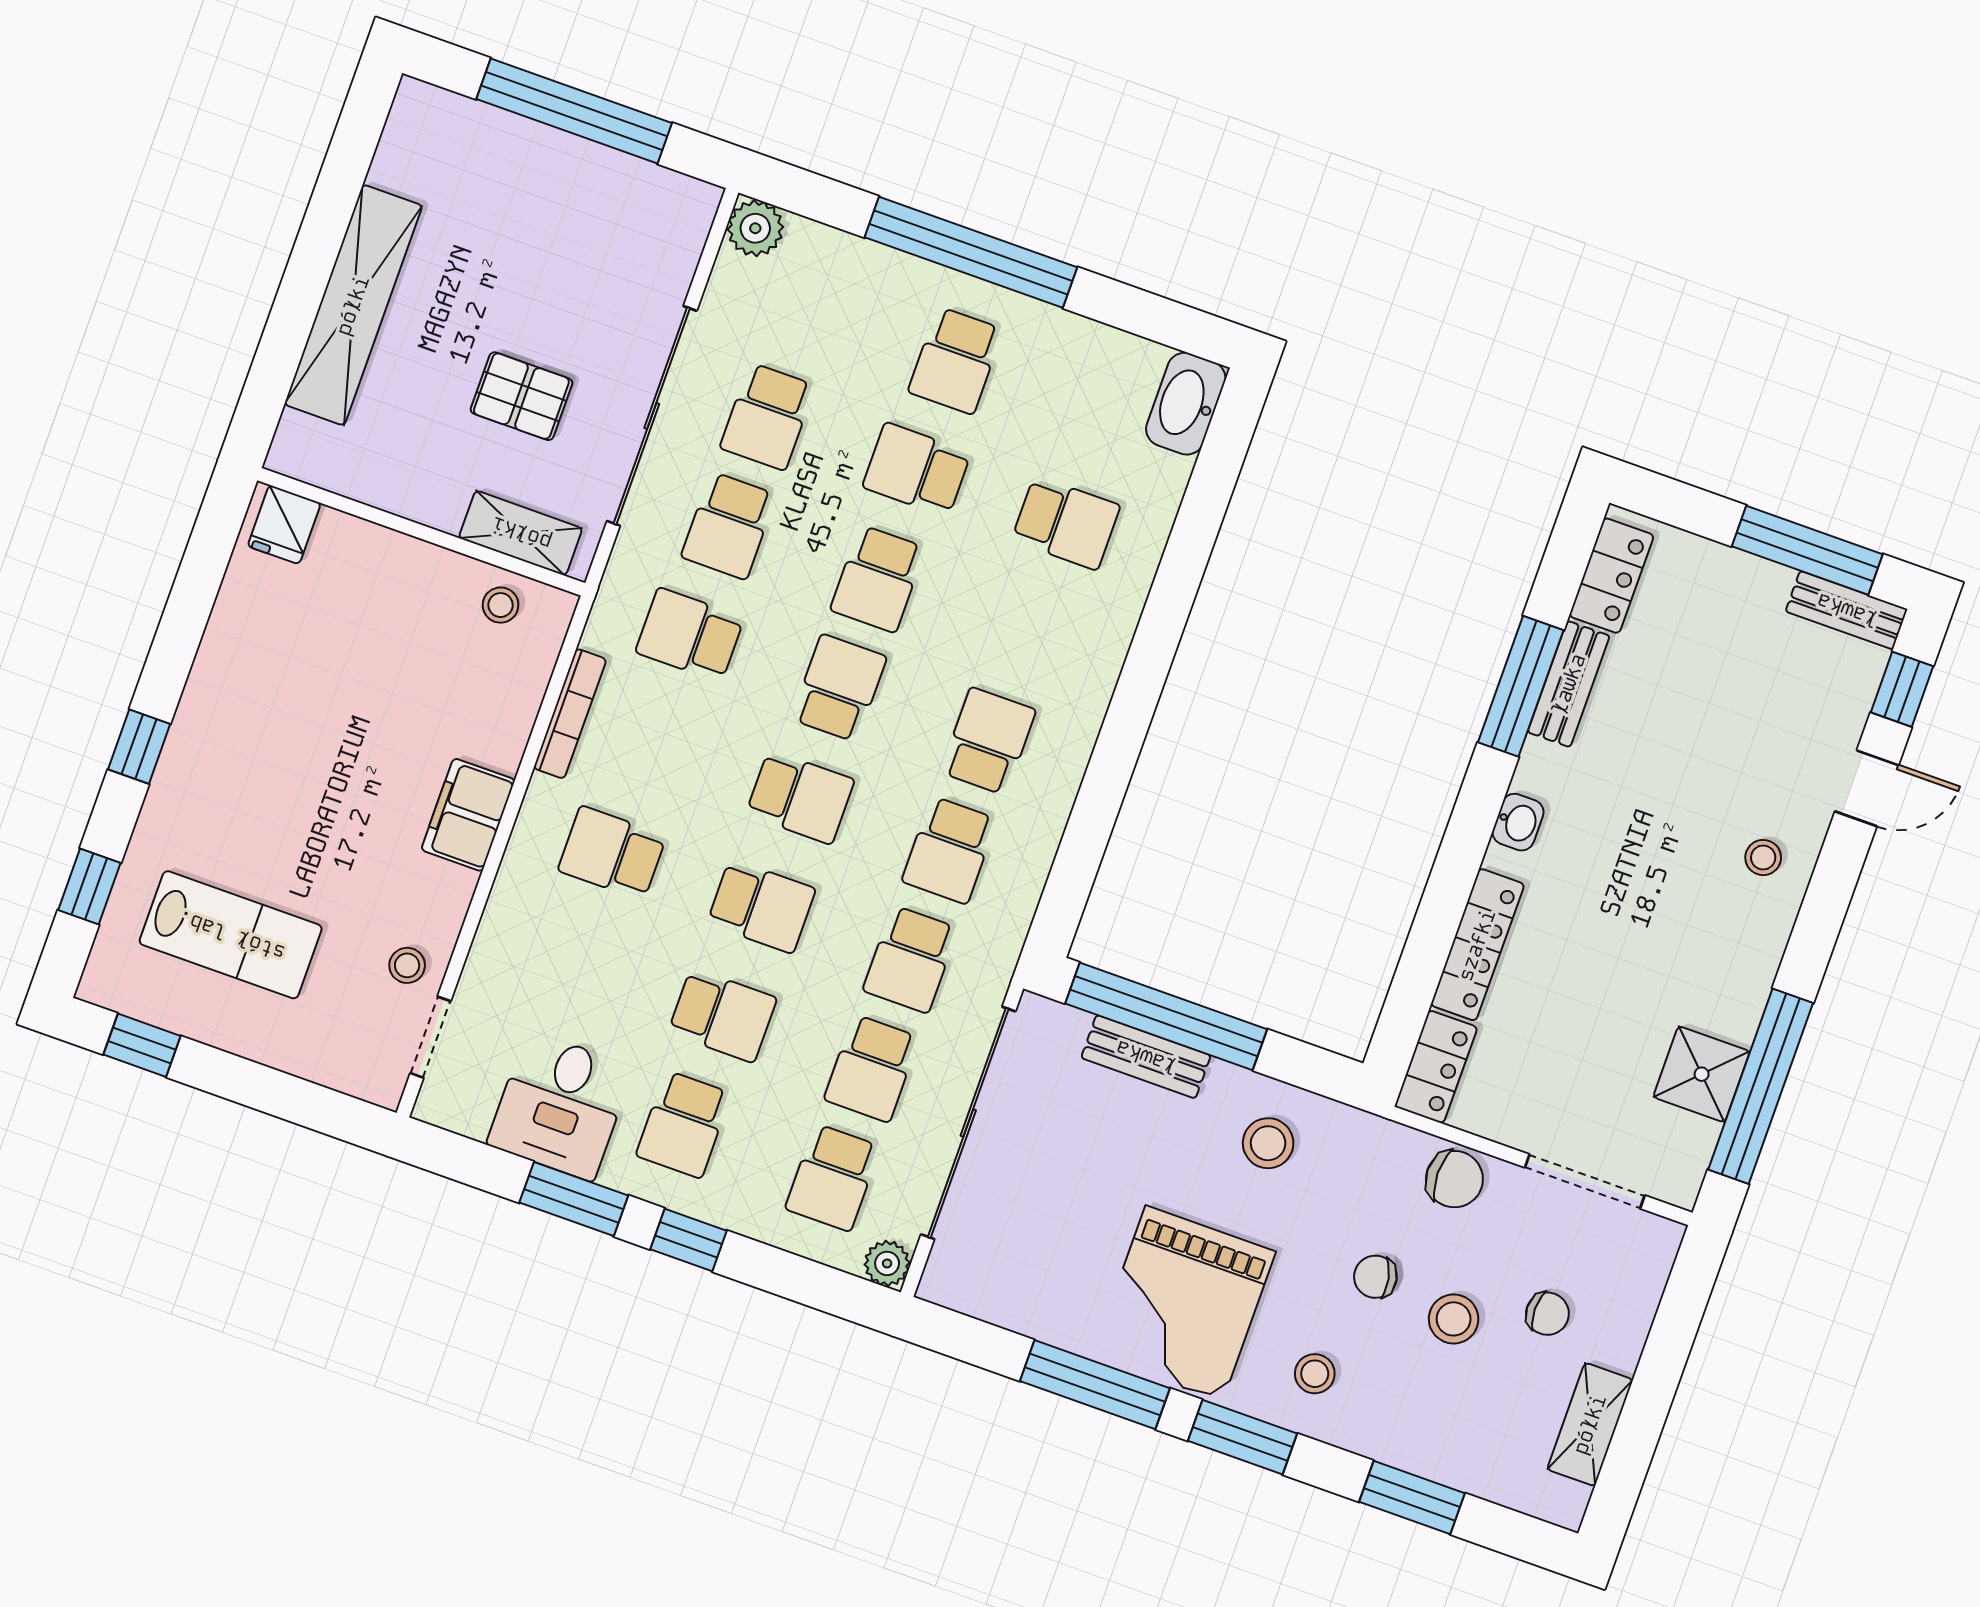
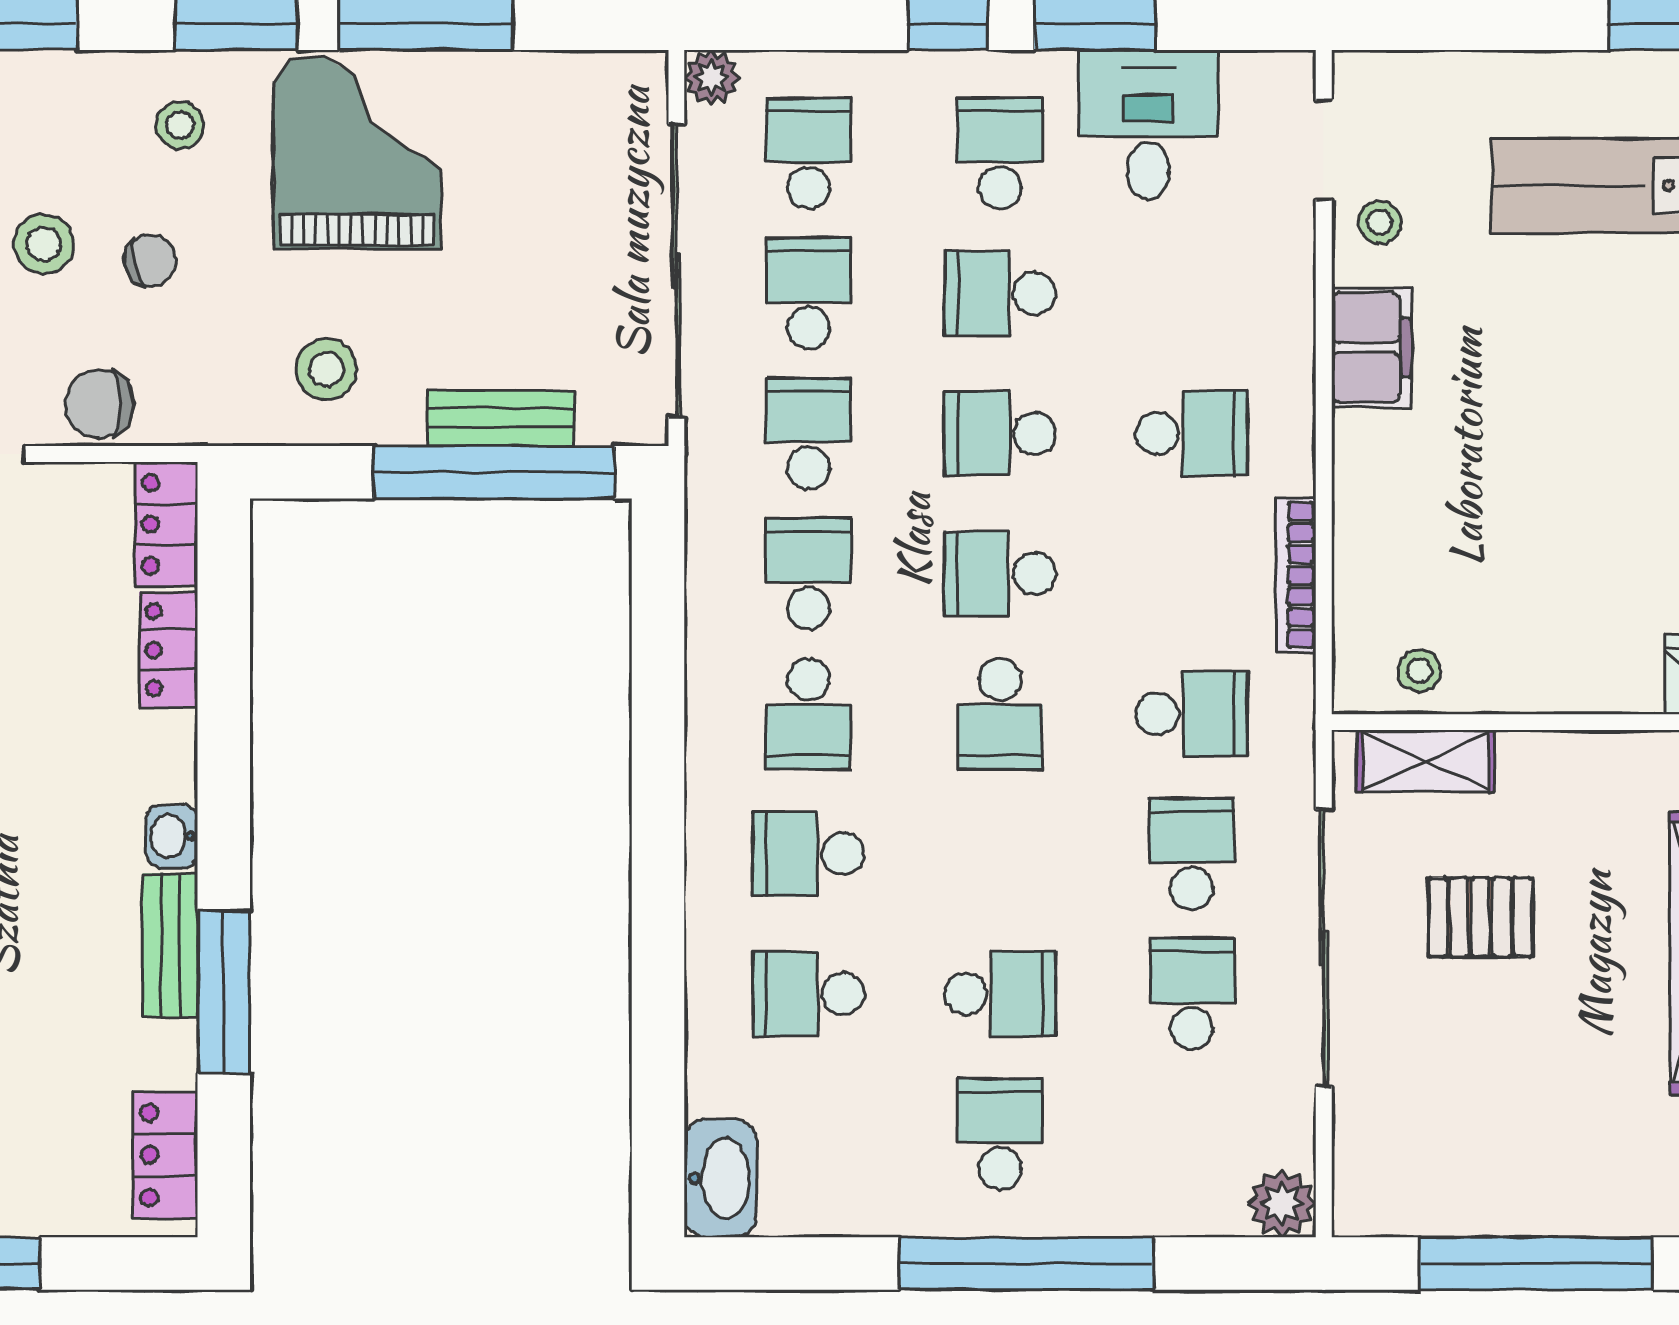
school desk: (878, 579) -> (808, 854), moved, turned -90
bench: (1569, 684) -> (170, 945), moved
filing cabinet: (468, 815) -> (1371, 348), moved
locker: (1477, 945) -> (168, 650), width x0.66

